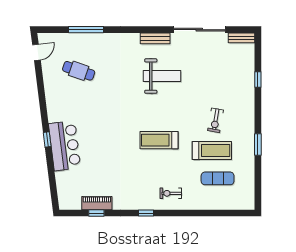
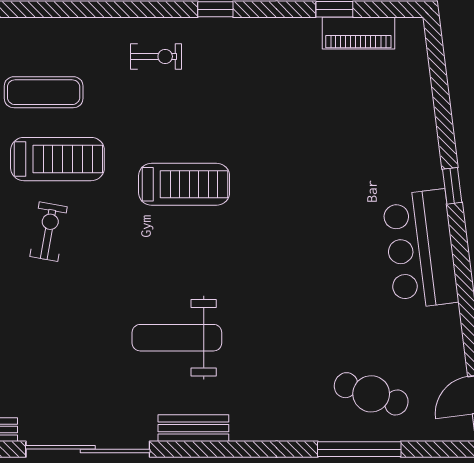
cafe table: (79, 71) -> (371, 394), moved
bar counter: (65, 146) -> (420, 249), moved
treadmill: (212, 151) -> (57, 159), turned 180
piano: (97, 203) -> (358, 33), moved

